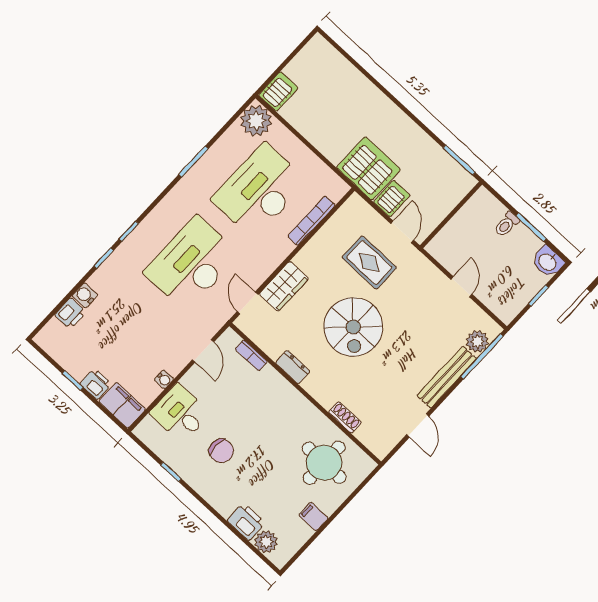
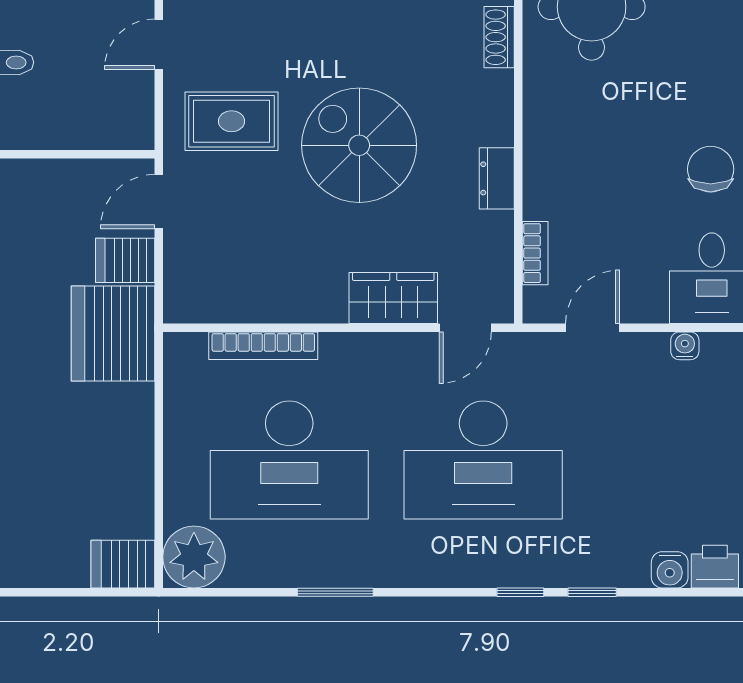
rug: (369, 262) -> (232, 121), moved, turned 90
spiral stairs: (353, 327) -> (359, 145), turned -90

